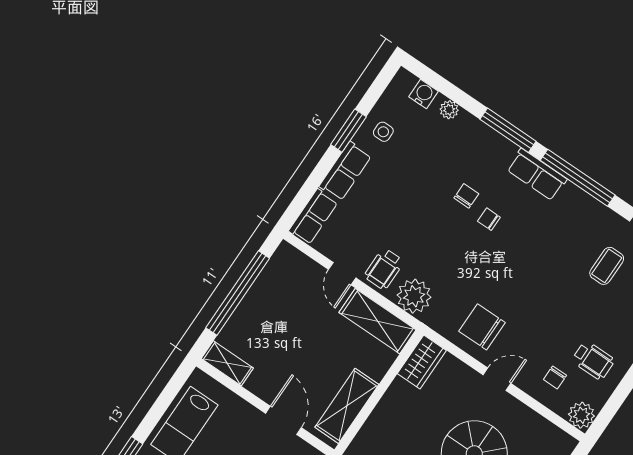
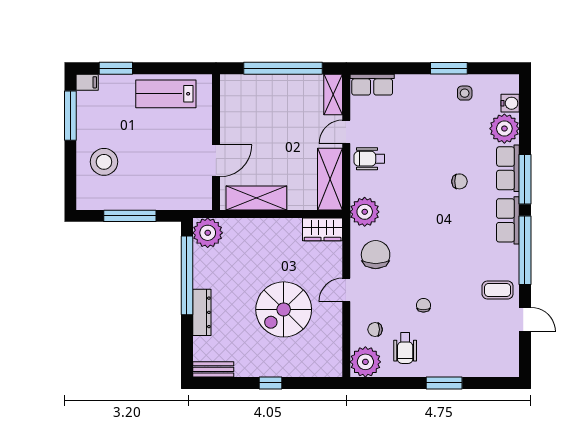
plant: (449, 110) -> (504, 129), width x1.88, depth x1.88
row of seats: (345, 171) -> (508, 168), moved, turned 90
chair: (489, 219) -> (423, 305), moved
coffee table: (607, 266) -> (498, 290), moved
plant: (414, 296) -> (365, 212), moved
shelving: (227, 363) -> (333, 94), moved
door: (497, 379) -> (346, 290), swing flipped
plant: (581, 415) -> (365, 362), width x1.36, depth x1.36

